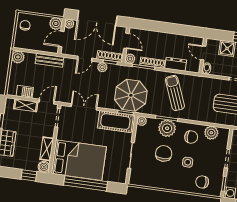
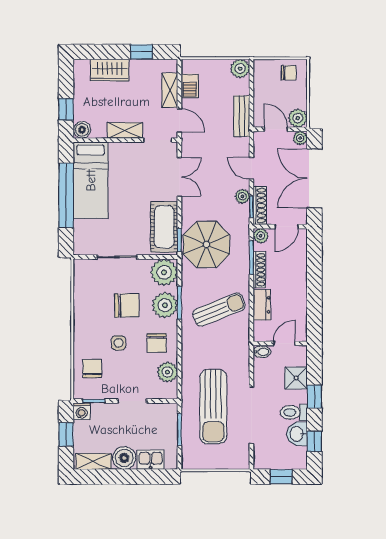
plant: (142, 121) -> (164, 272), width x1.87, depth x1.87
shelving: (47, 149) -> (125, 130), moved
bed: (79, 160) -> (91, 180), width x0.67

